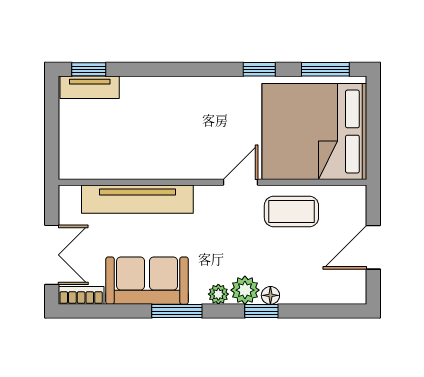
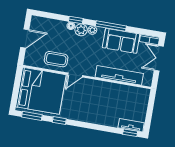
window: (177, 311) -> (111, 26), width x1.44

